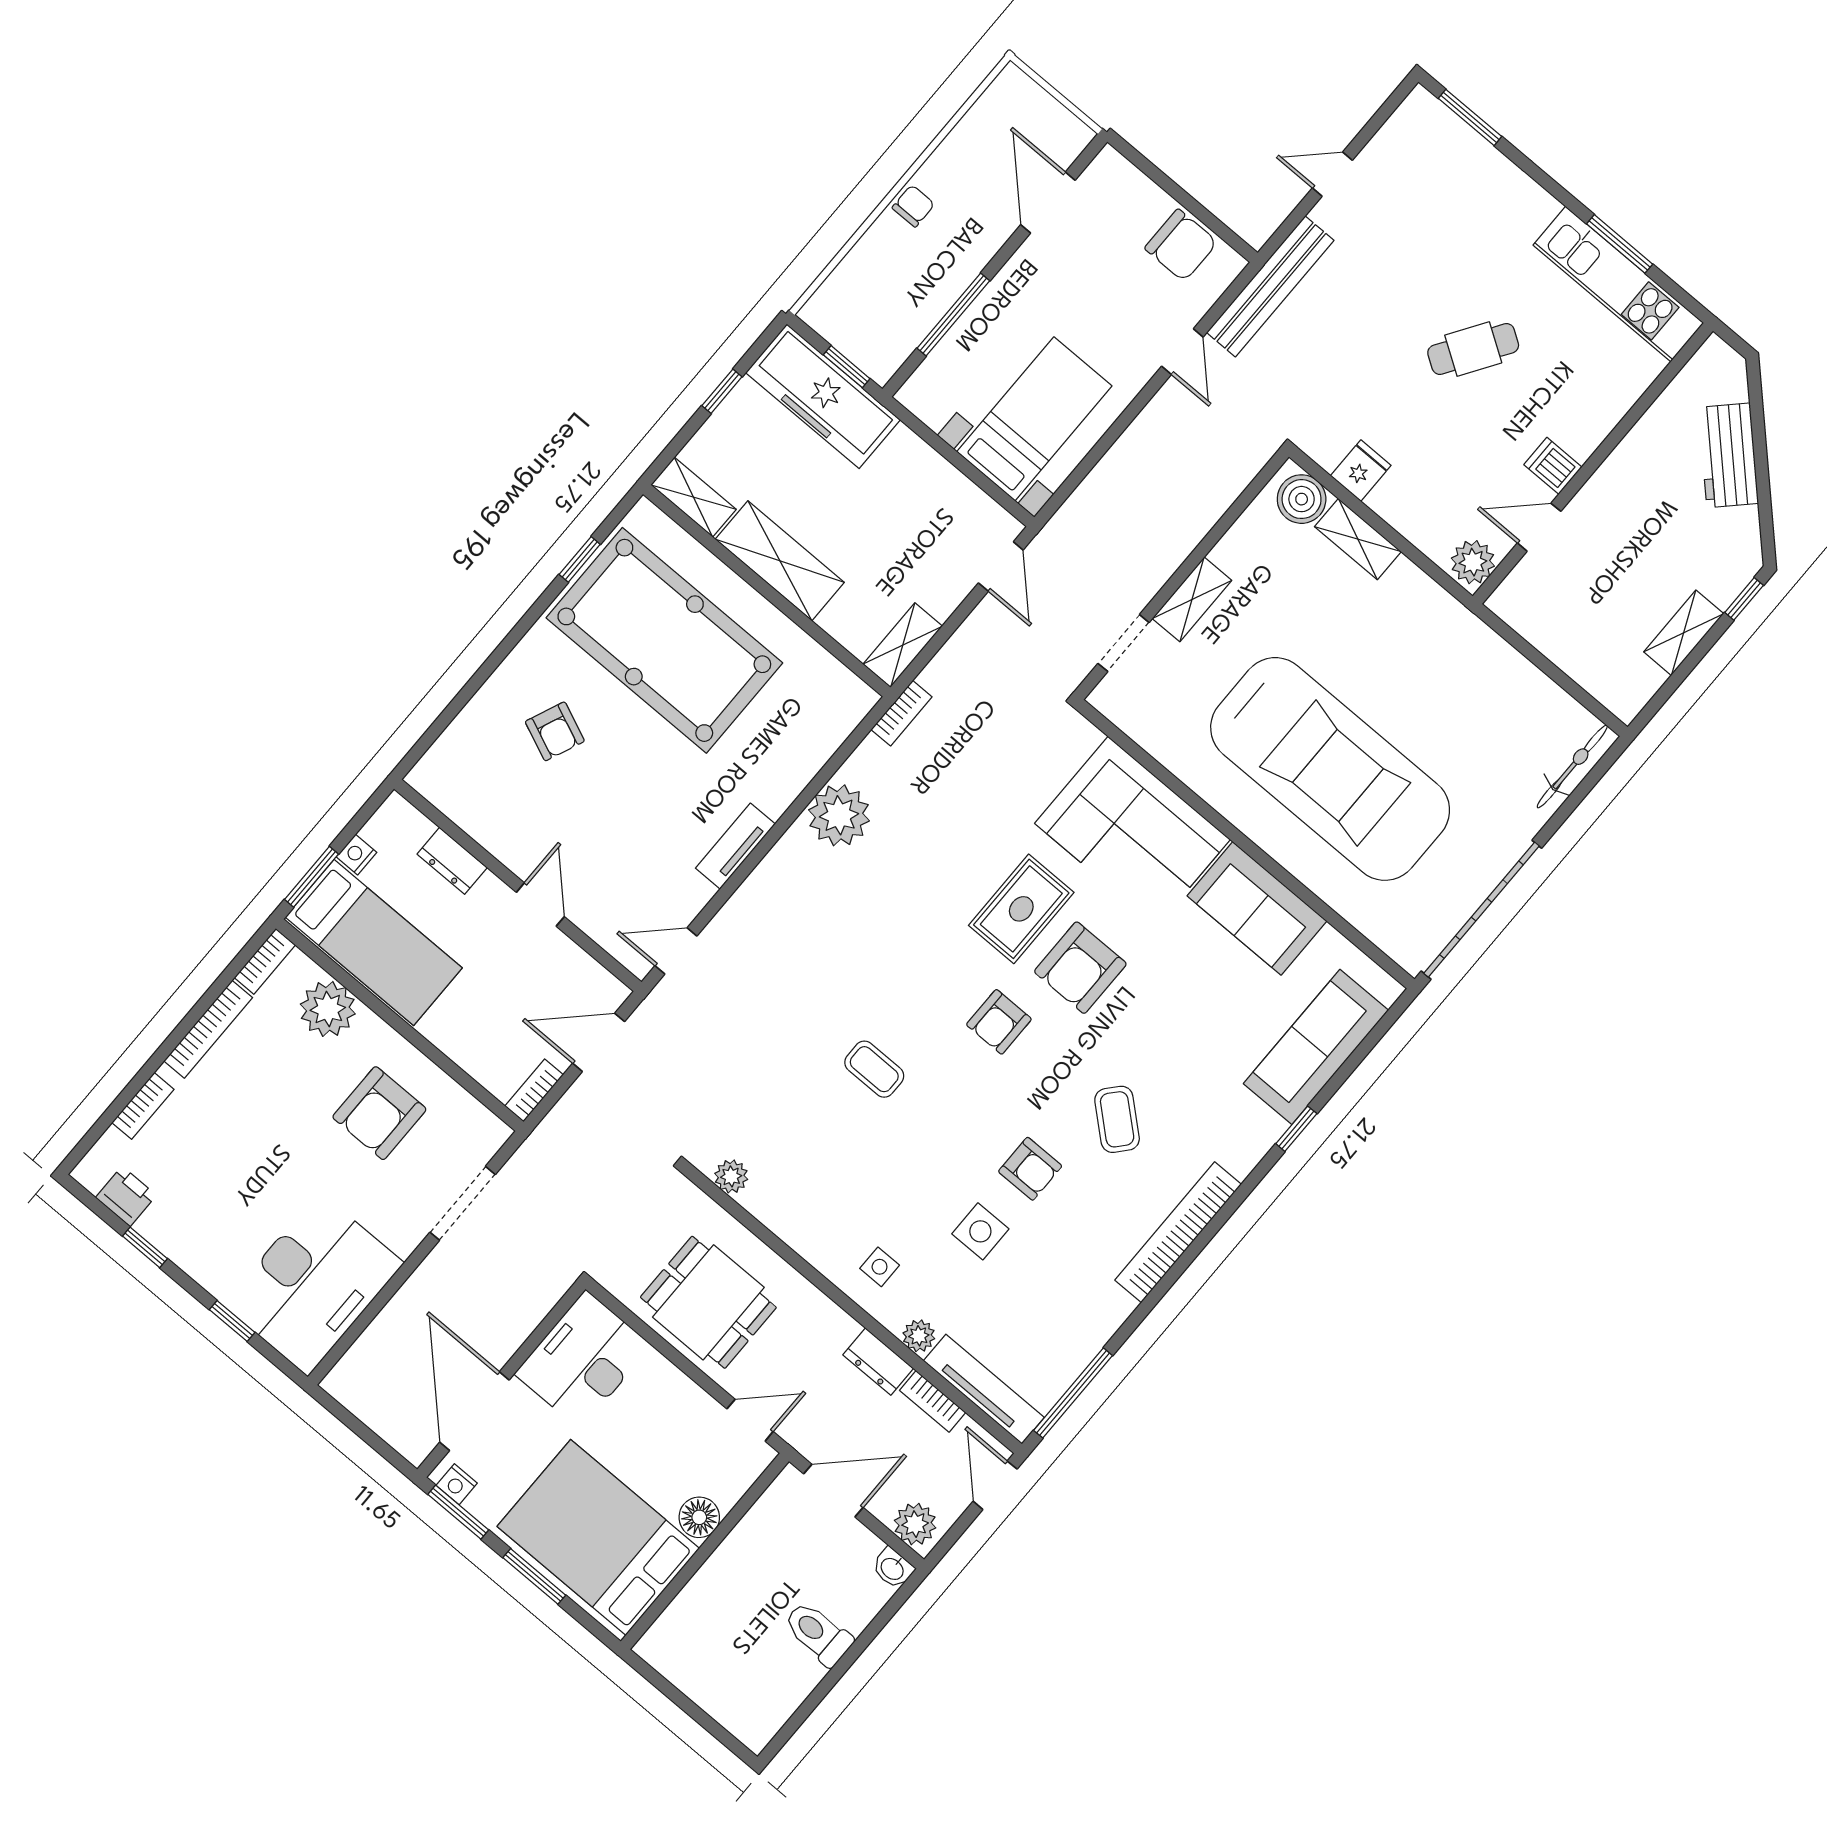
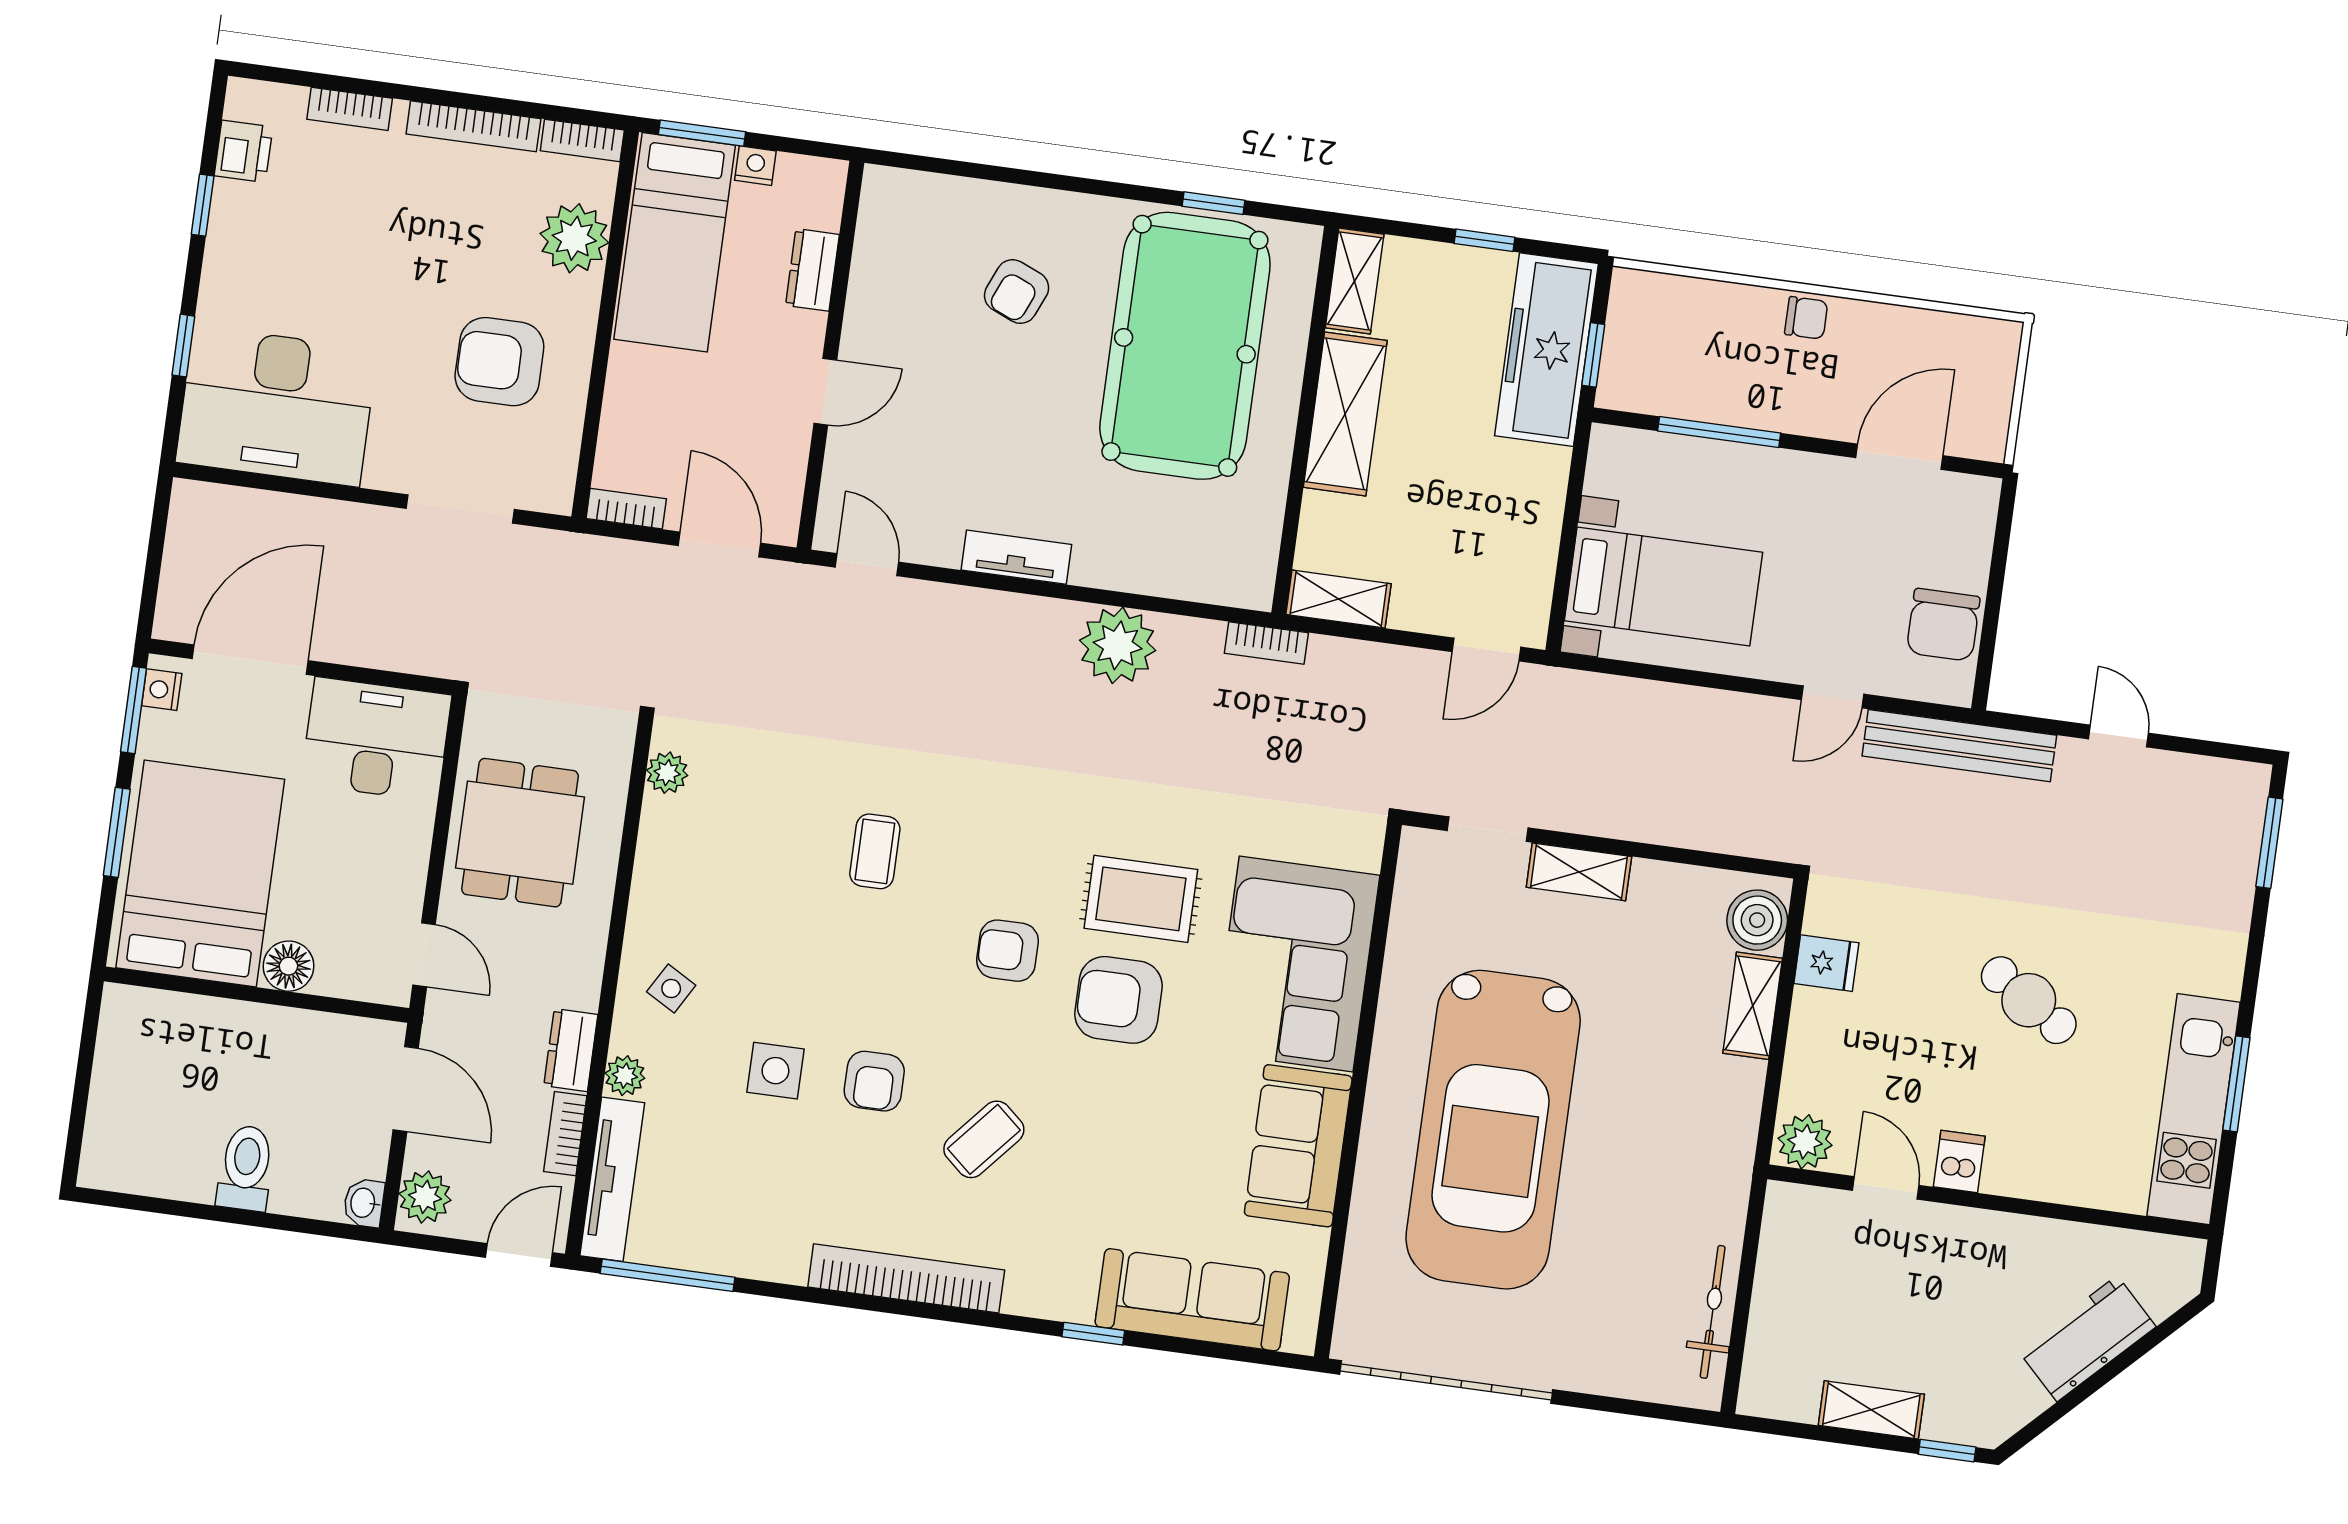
bicycle: (1572, 766) -> (1713, 1312), moved, turned -90
side table: (880, 1267) -> (671, 988), turned 30

